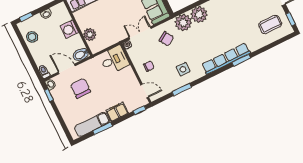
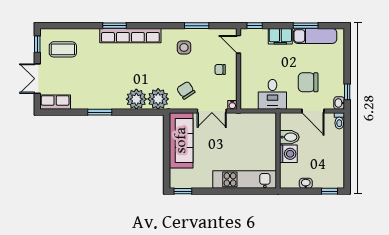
plant: (90, 35) -> (268, 137), removed
stool: (32, 37) -> (334, 165), removed
bidet: (81, 55) -> (289, 137), moved
desk: (114, 60) -> (272, 94), moved, turned -90
chair: (80, 88) -> (308, 82), turned 90

